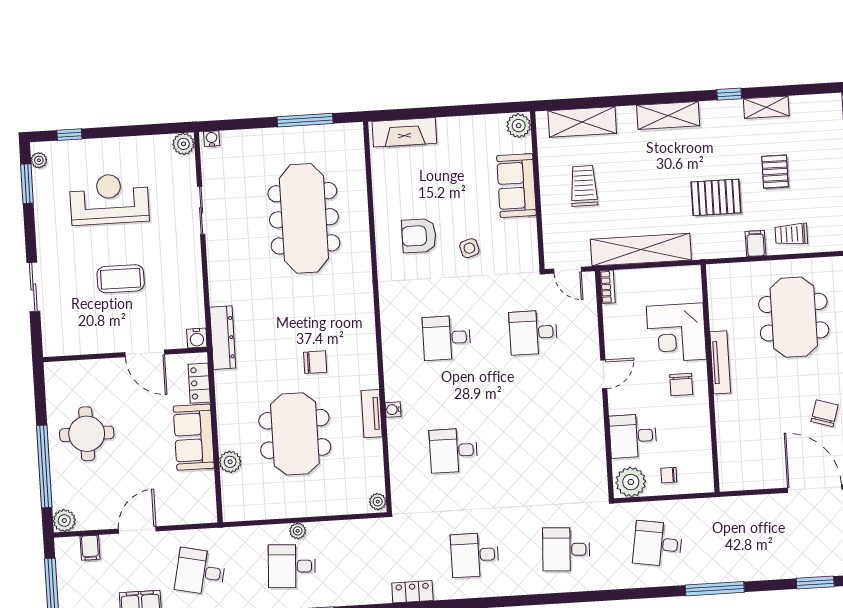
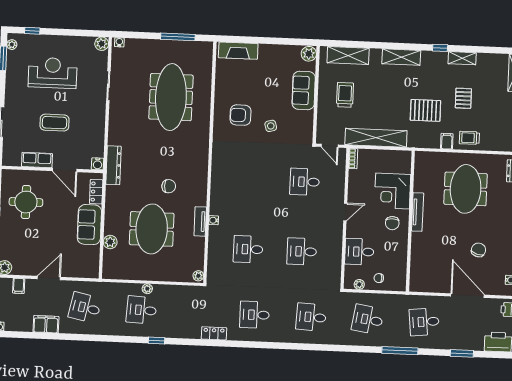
desk: (447, 338) -> (302, 251), moved
row of seats: (99, 342) -> (37, 160), added
round table: (87, 434) -> (26, 202), moved
plant: (631, 482) -> (359, 284), width x0.53, depth x0.53
desk: (749, 538) -> (424, 322), added

